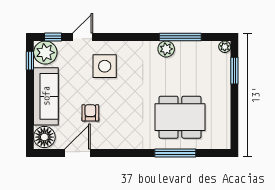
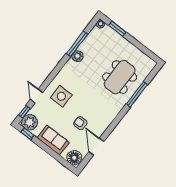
sofa: (46, 96) -> (53, 140), width x0.73

